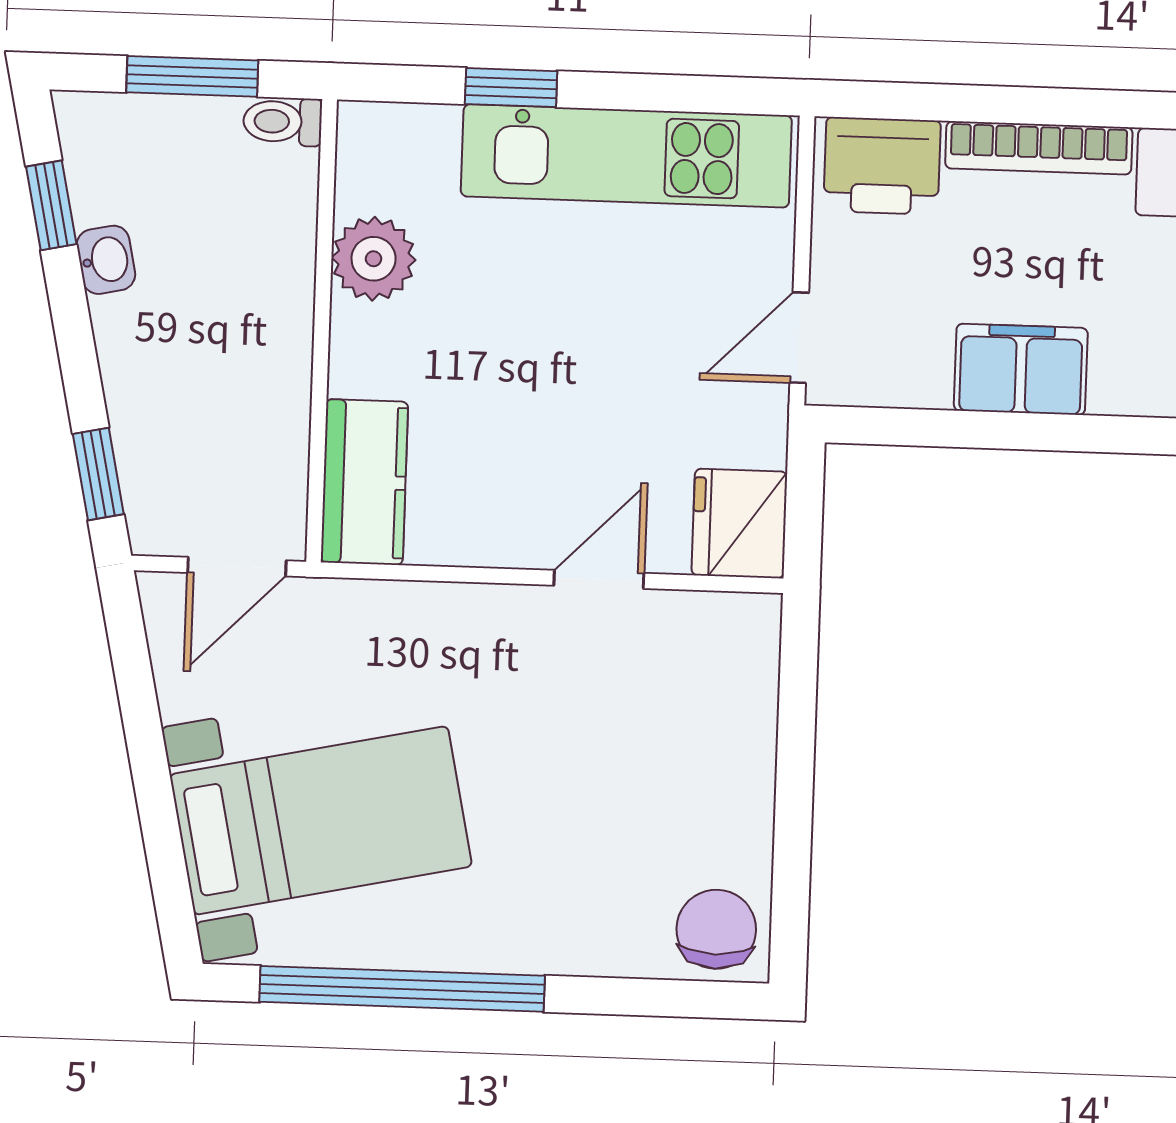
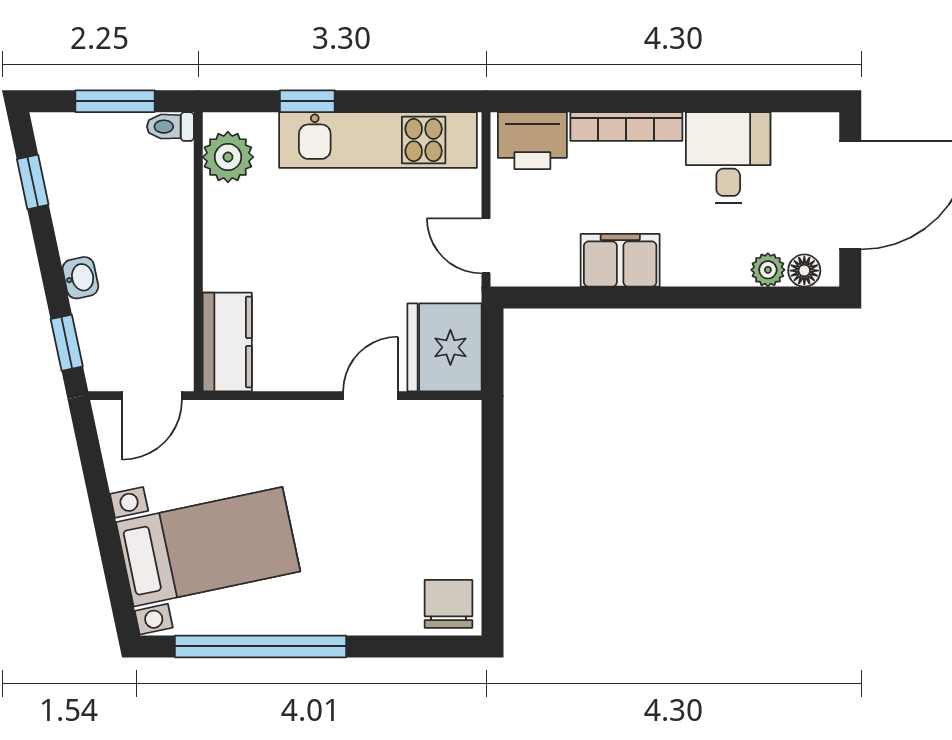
plant: (374, 259) -> (228, 157), moved
washbasin: (106, 260) -> (80, 278), moved
door: (799, 338) -> (486, 246), hinge flipped
fridge: (739, 523) -> (445, 347), width x1.36, depth x1.34

